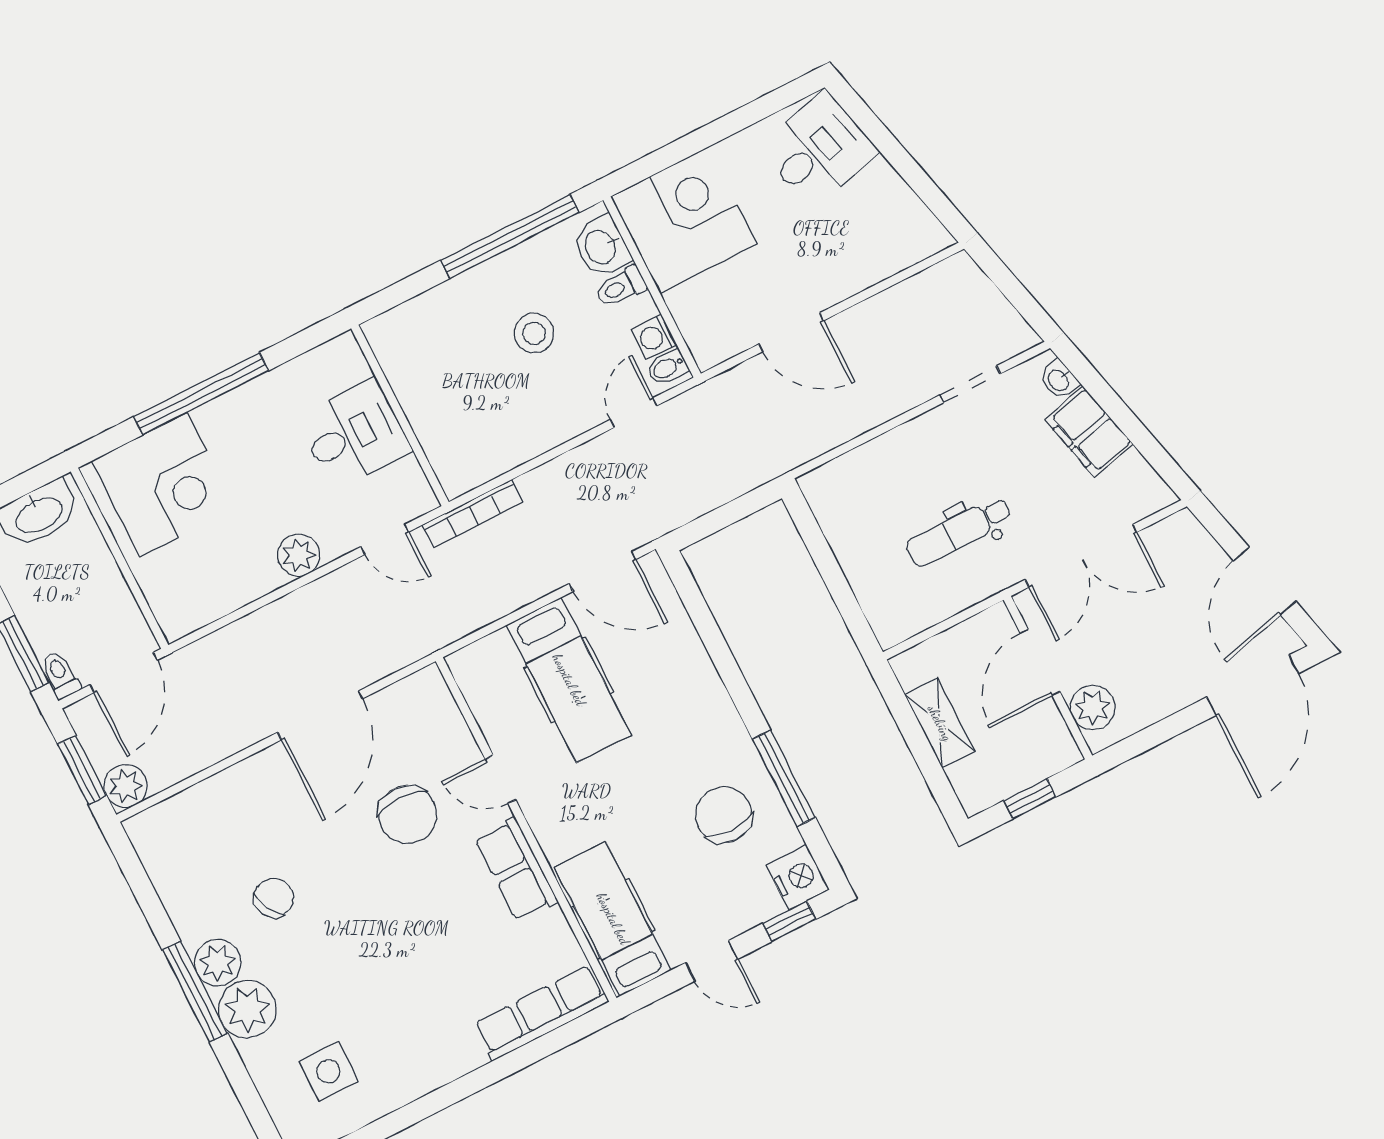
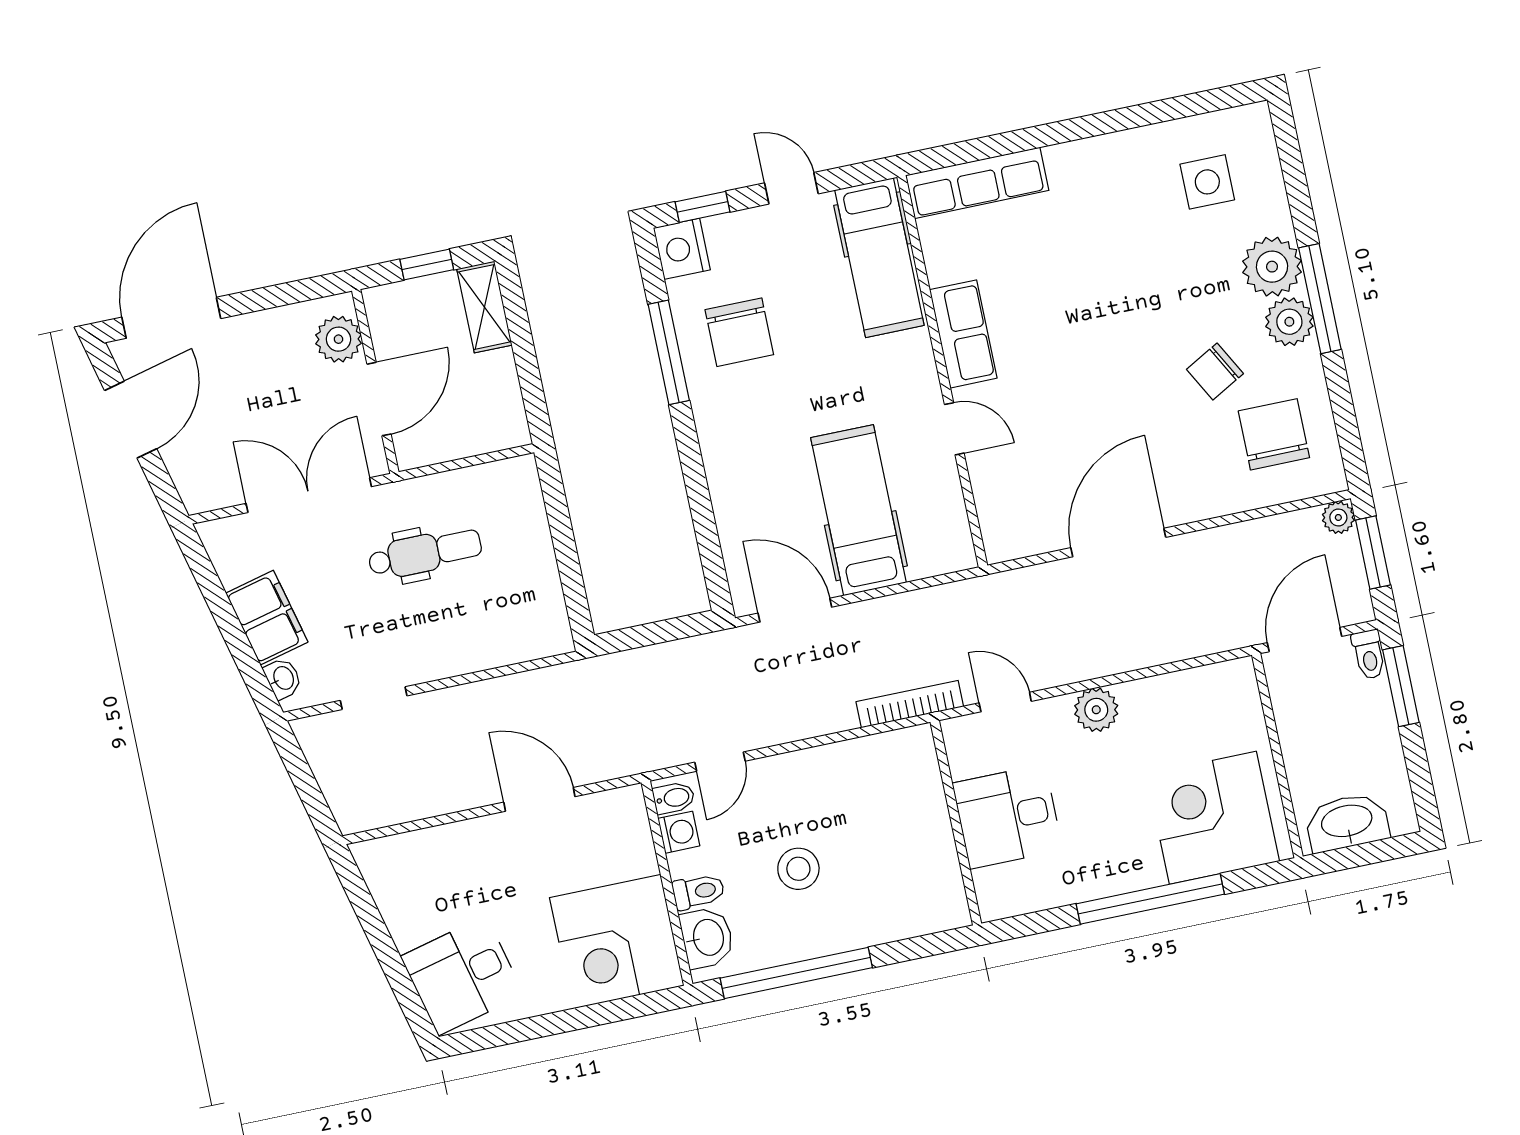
shelving: (940, 723) -> (484, 307), moved
plant: (126, 786) -> (1338, 517), width x0.73, depth x0.73
chair: (408, 815) -> (1274, 434), moved

